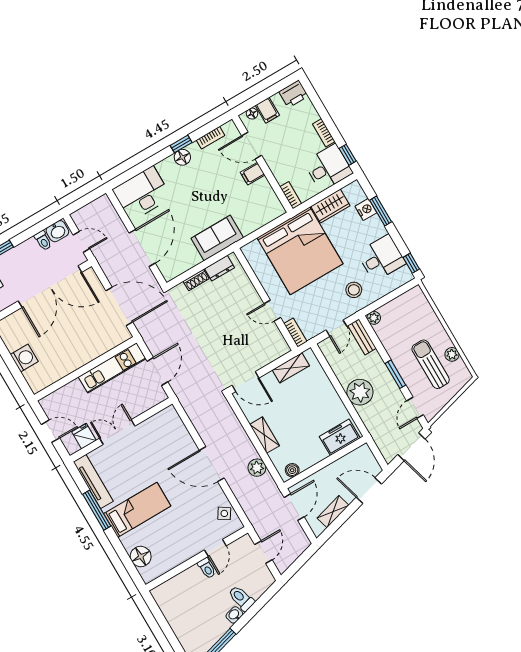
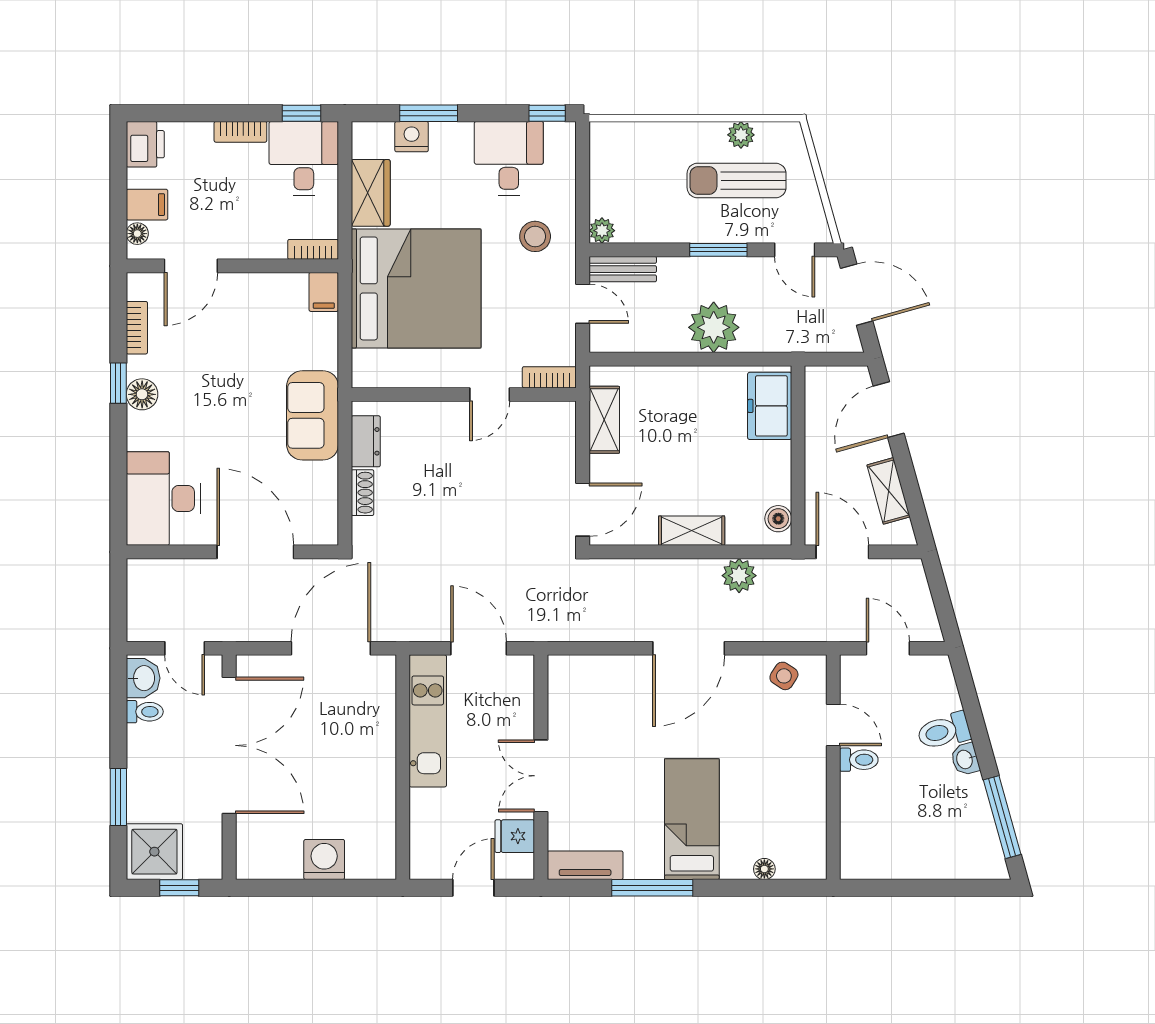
filing cabinet: (253, 174) -> (324, 292), moved
door: (81, 242) -> (185, 648), swing flipped
tv unit: (93, 482) -> (585, 865), width x0.71
floor lamp: (141, 556) -> (764, 869), width x0.53, depth x0.53

